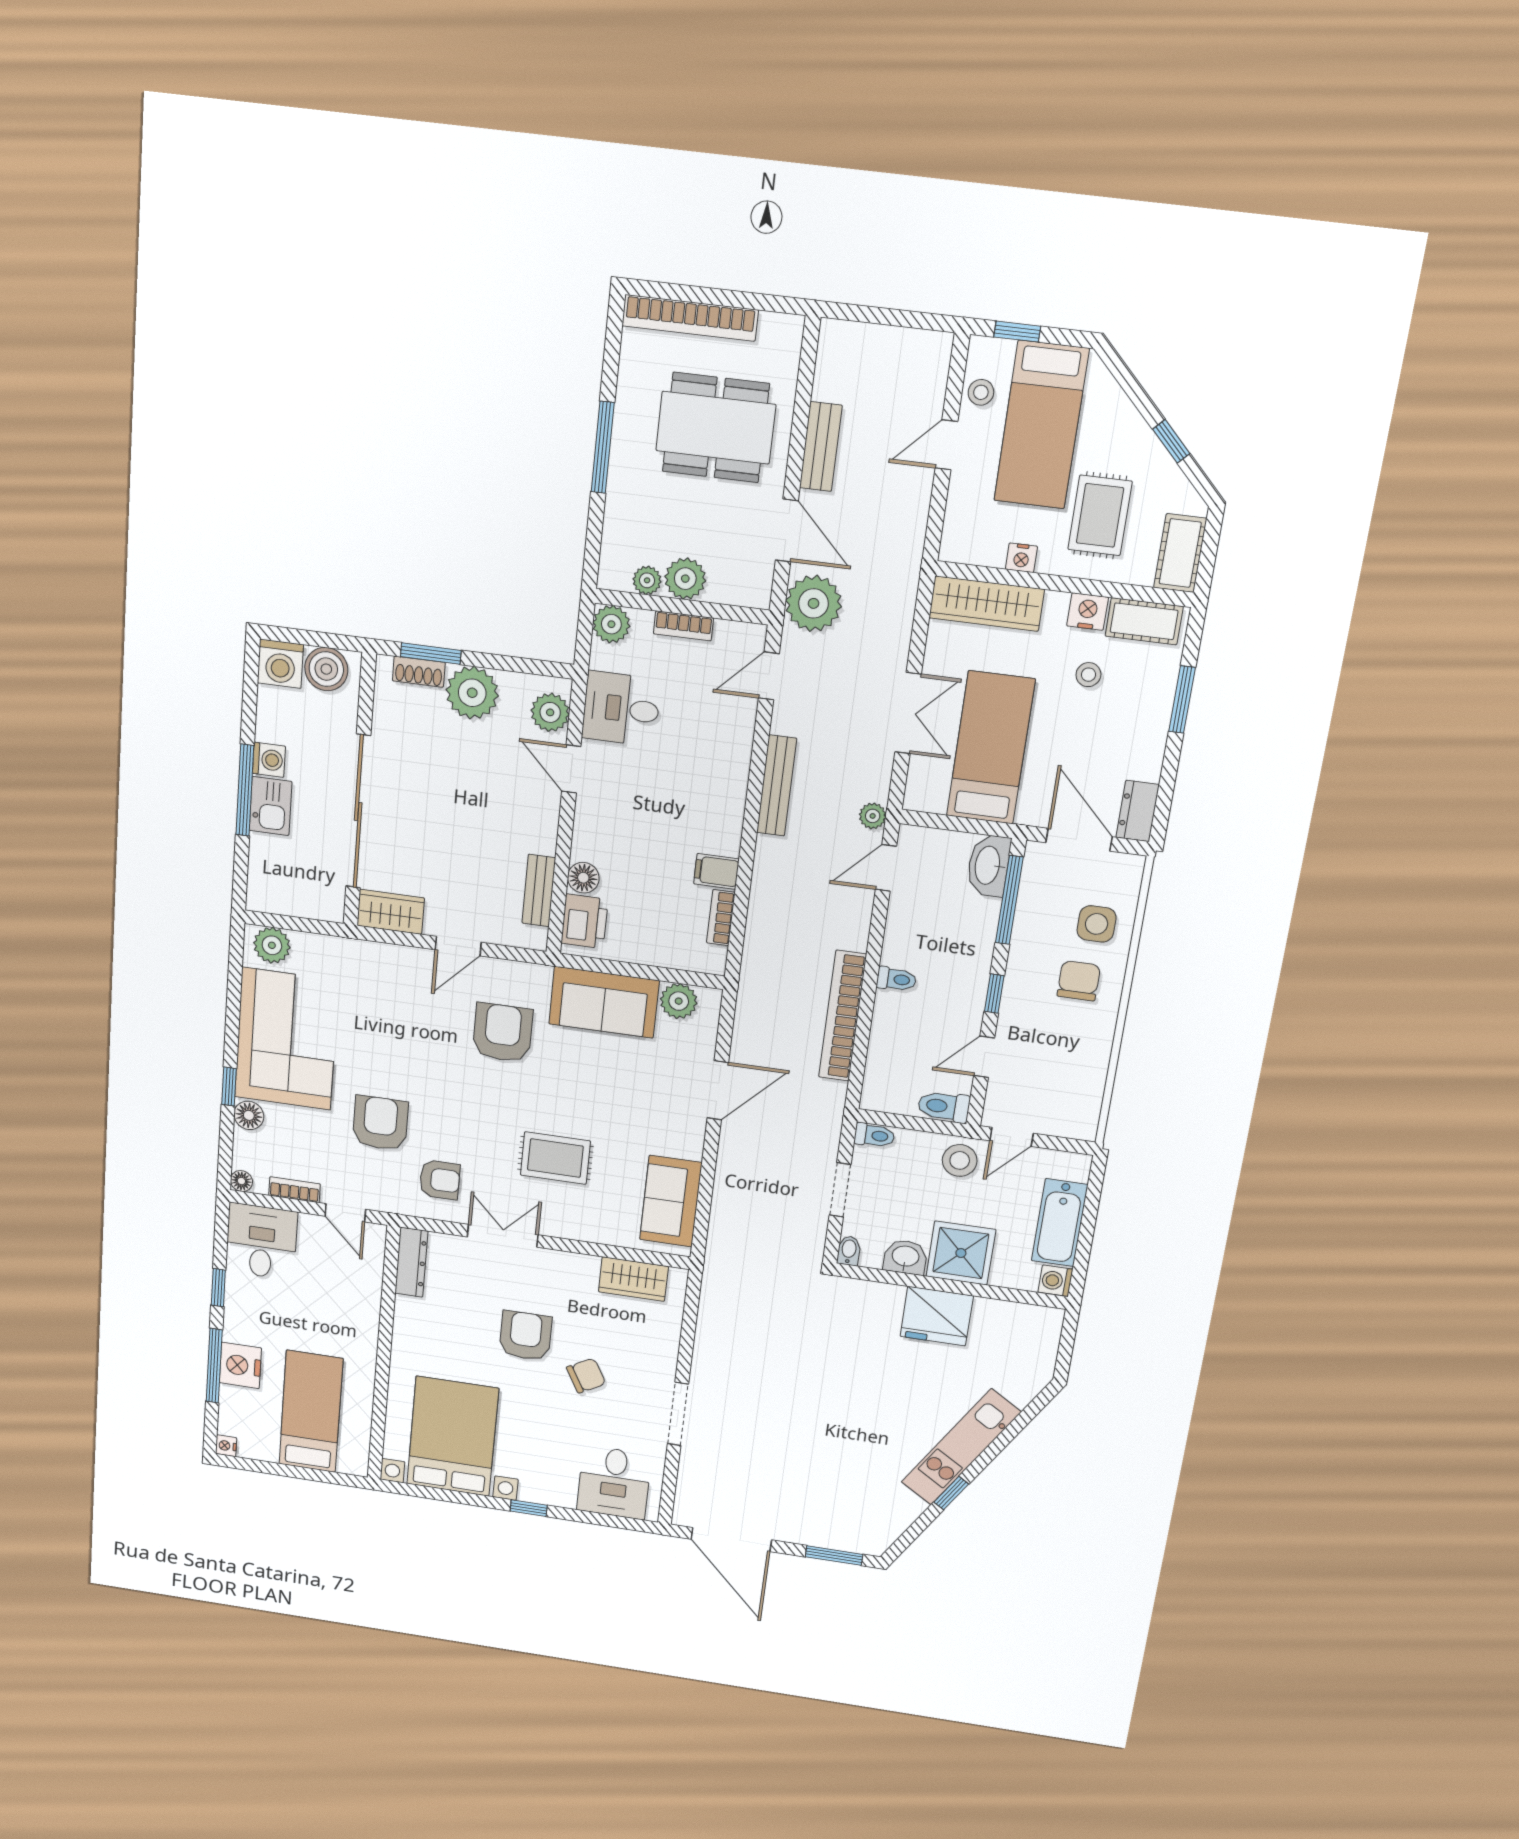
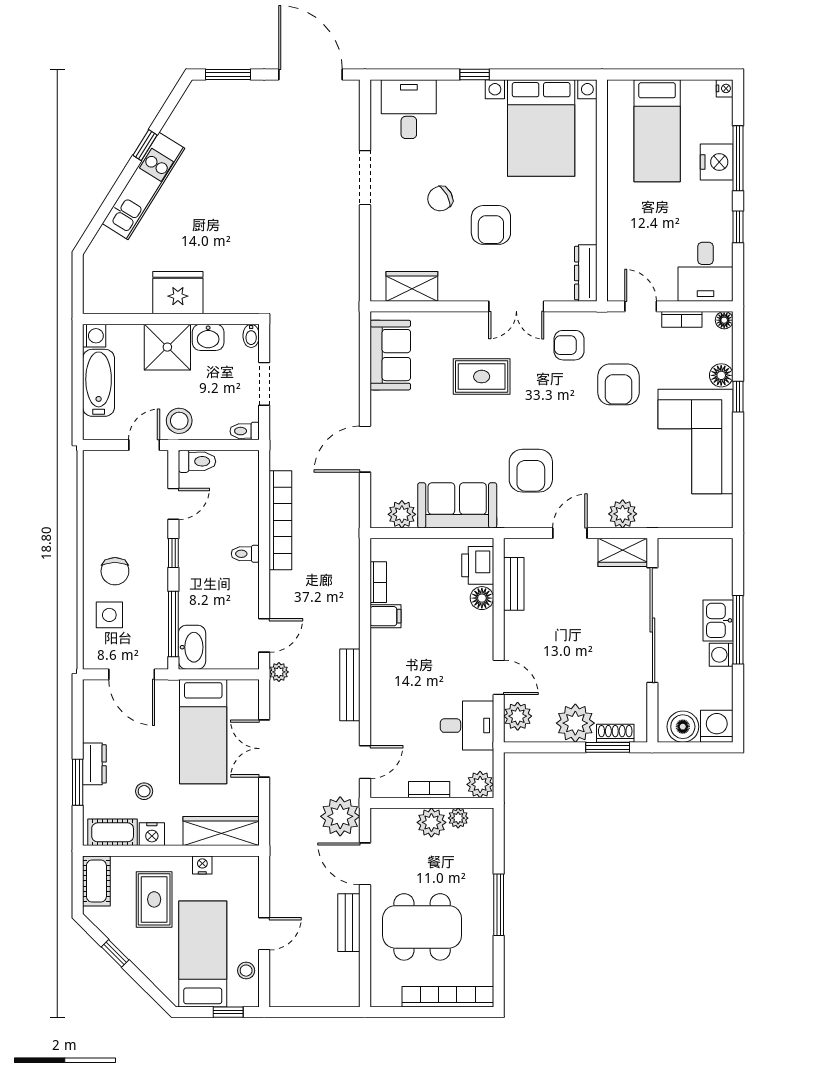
dresser: (1138, 811) -> (94, 764), moved
plant: (272, 945) -> (623, 514), moved

